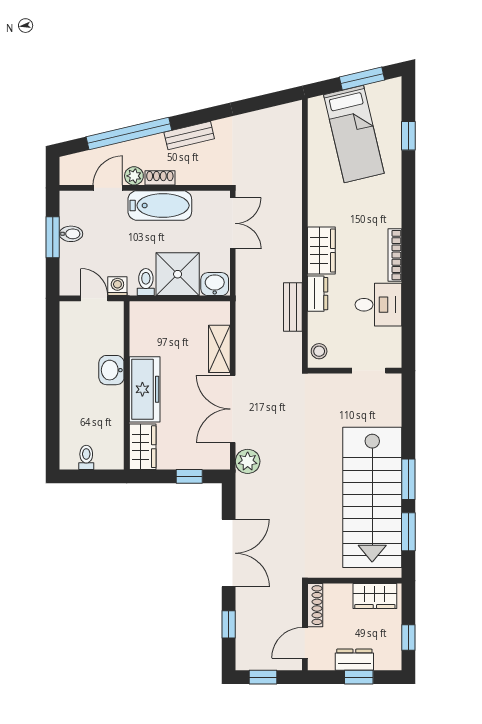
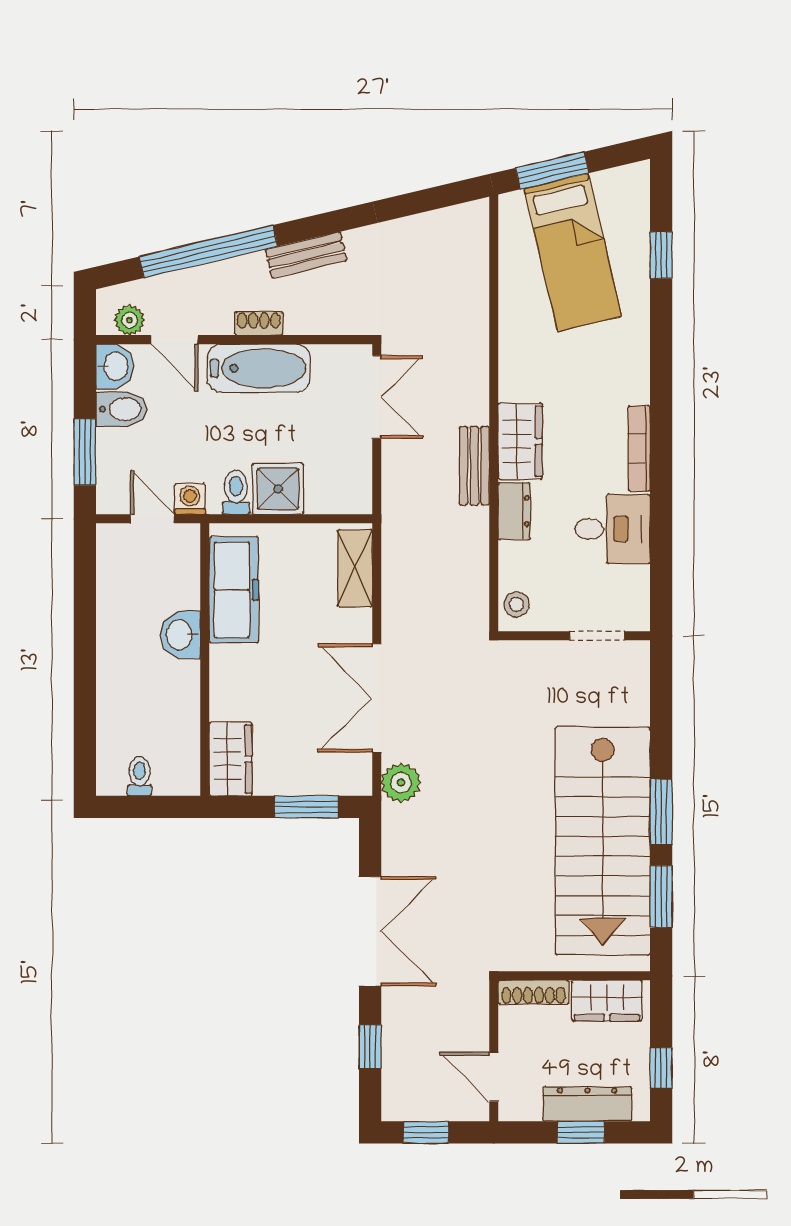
window: (362, 78) -> (552, 171), moved
plant: (134, 176) -> (130, 320), moved
door: (108, 188) -> (174, 340), swing flipped
bidet: (71, 234) -> (121, 409), width x1.38, depth x1.36
window: (53, 237) -> (85, 452), moved
shower: (178, 274) -> (278, 489), width x0.73, depth x0.73
washbasin: (215, 284) -> (115, 366), moved, turned 90
bench: (293, 307) -> (474, 466), moved
shelving: (219, 349) -> (355, 568), moved
freezer: (145, 389) -> (234, 590), moved
window: (189, 476) -> (306, 807), width x1.50
shoe rack: (315, 605) -> (533, 992), moved, turned 90
door: (305, 643) -> (494, 1077), hinge flipped
dresser: (354, 660) -> (587, 1104), width x1.44

